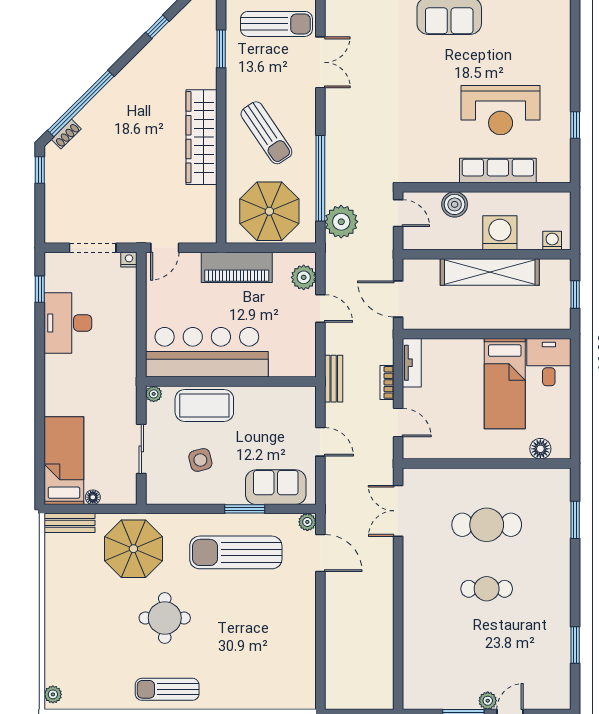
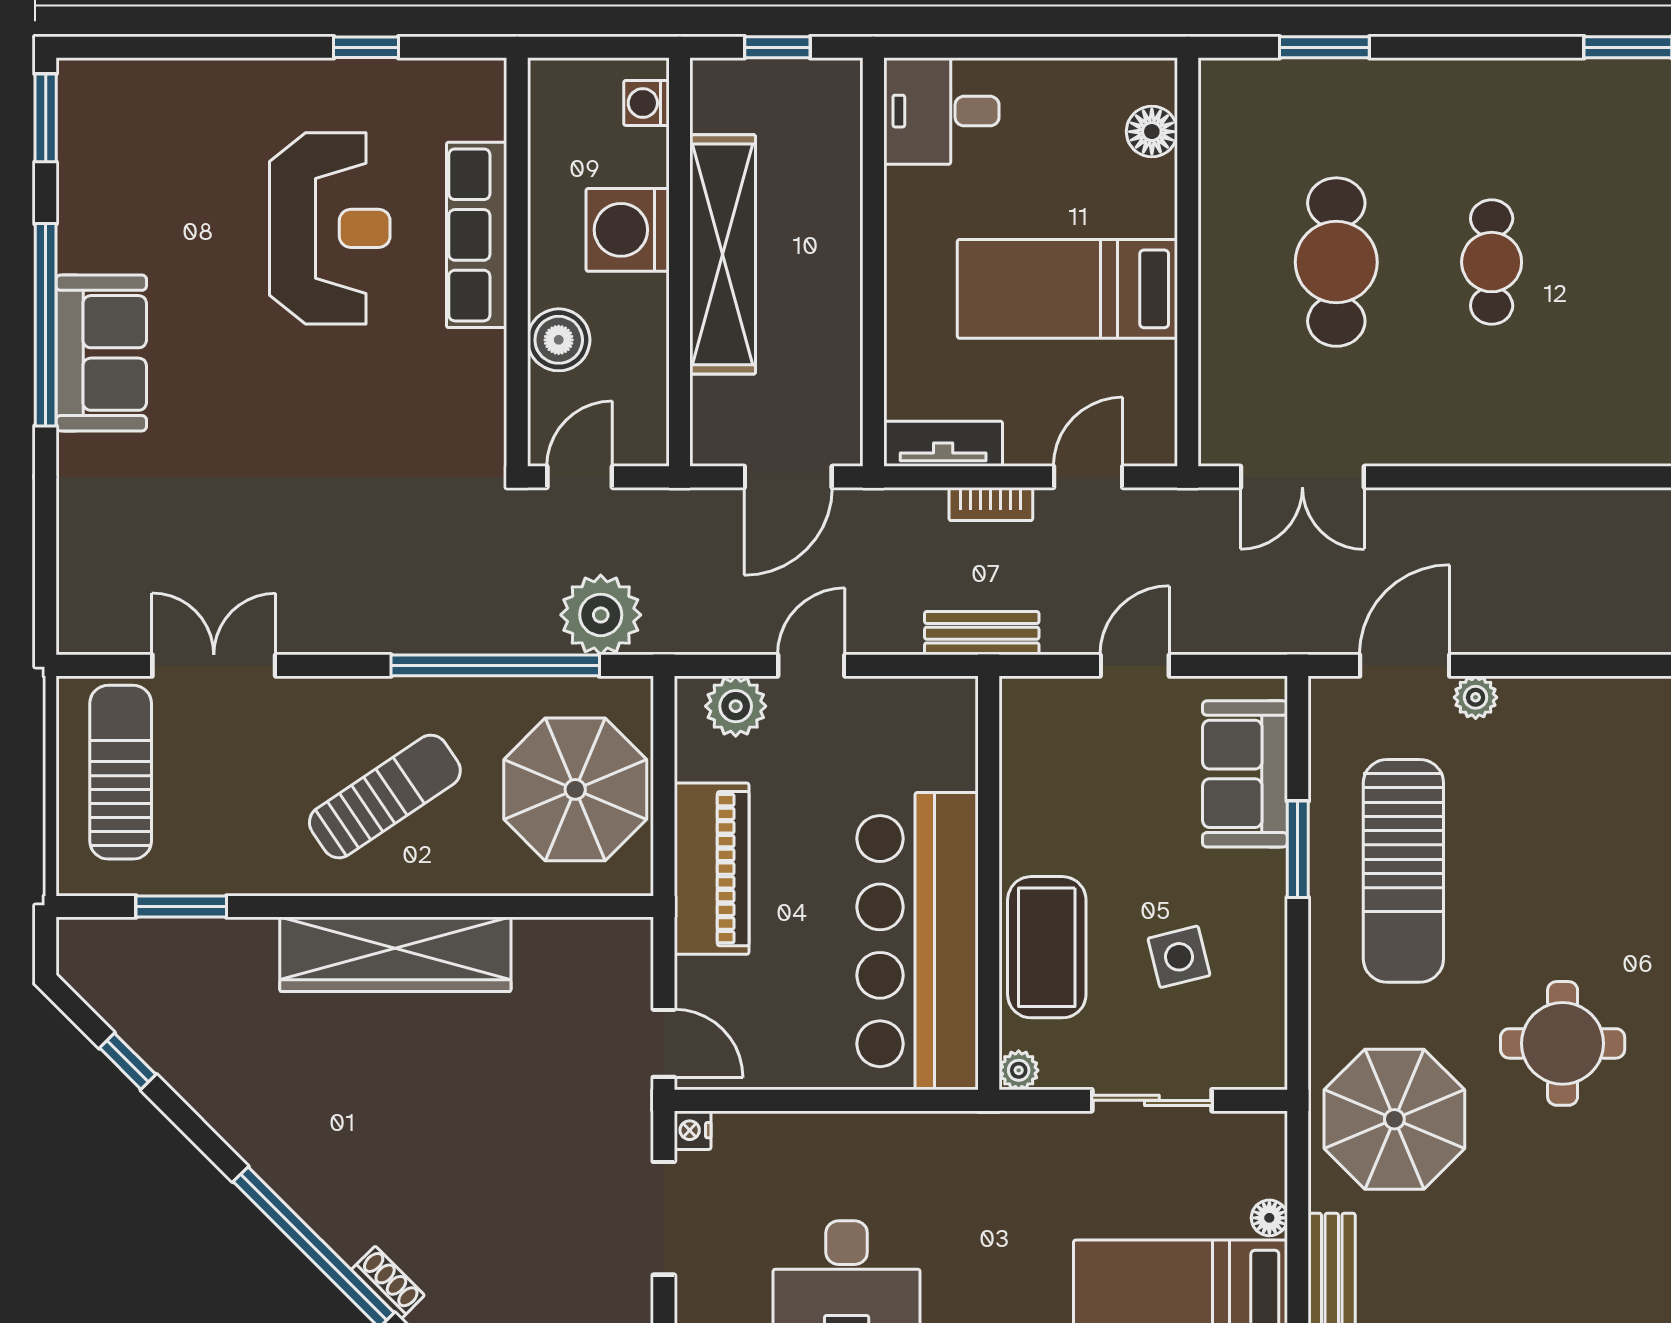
bed: (505, 384) -> (1067, 289), moved, turned 180
plant: (307, 522) -> (1476, 697), moved

